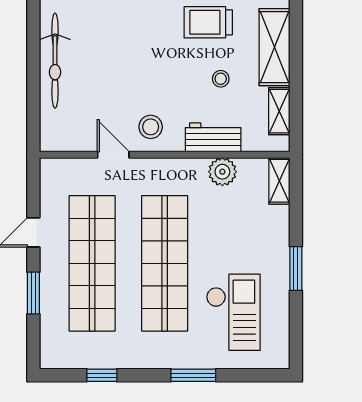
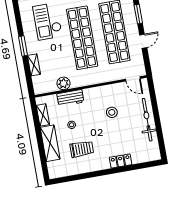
stool: (151, 127) -> (112, 112), moved
door: (113, 155) -> (133, 79), moved
shelving: (279, 181) -> (34, 65), moved

